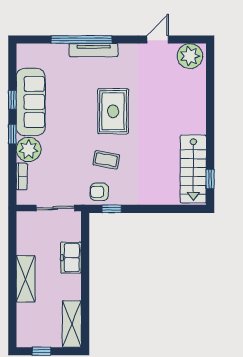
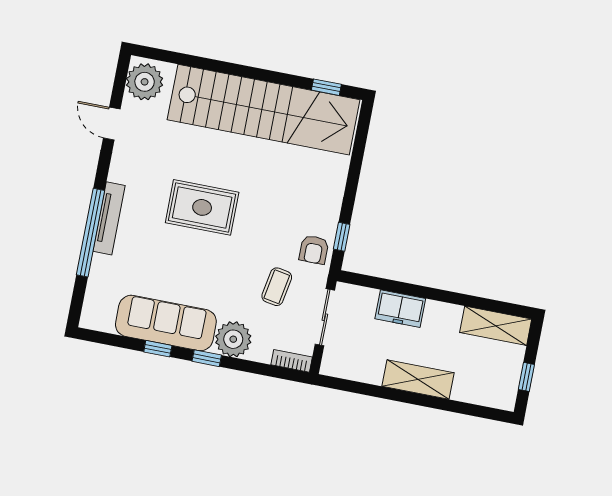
coffee table: (106, 160) -> (277, 287), moved
stairs: (193, 169) -> (264, 110), width x1.86, depth x1.51
bookcase: (22, 176) -> (292, 361), moved

